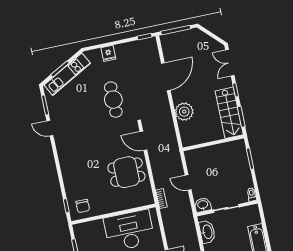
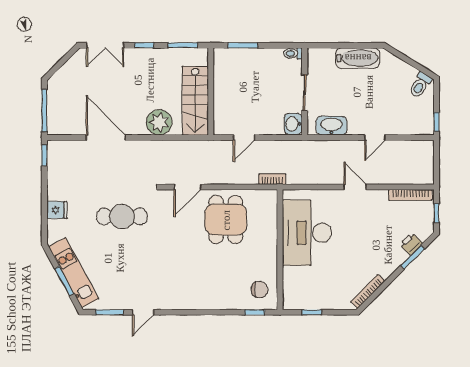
stairs: (229, 113) -> (195, 101), moved, turned 90
door: (188, 183) -> (244, 138), moved

